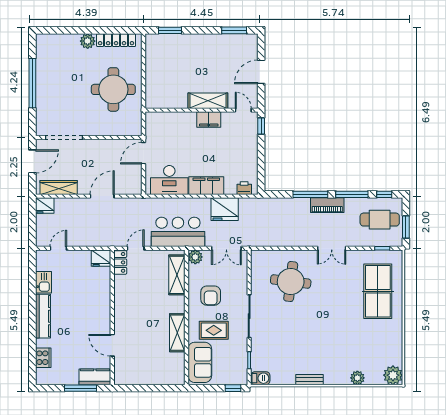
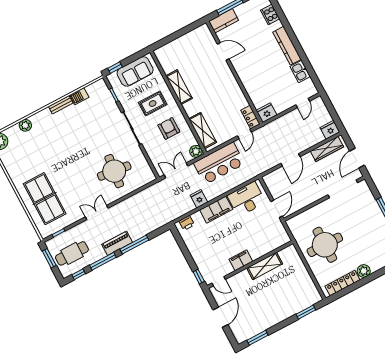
shelving: (208, 101) -> (265, 266), moved
fridge: (225, 209) -> (199, 199), width x0.53, depth x0.75
sofa: (200, 362) -> (135, 71), moved, turned -90
barbecue: (260, 378) -> (79, 96), moved

